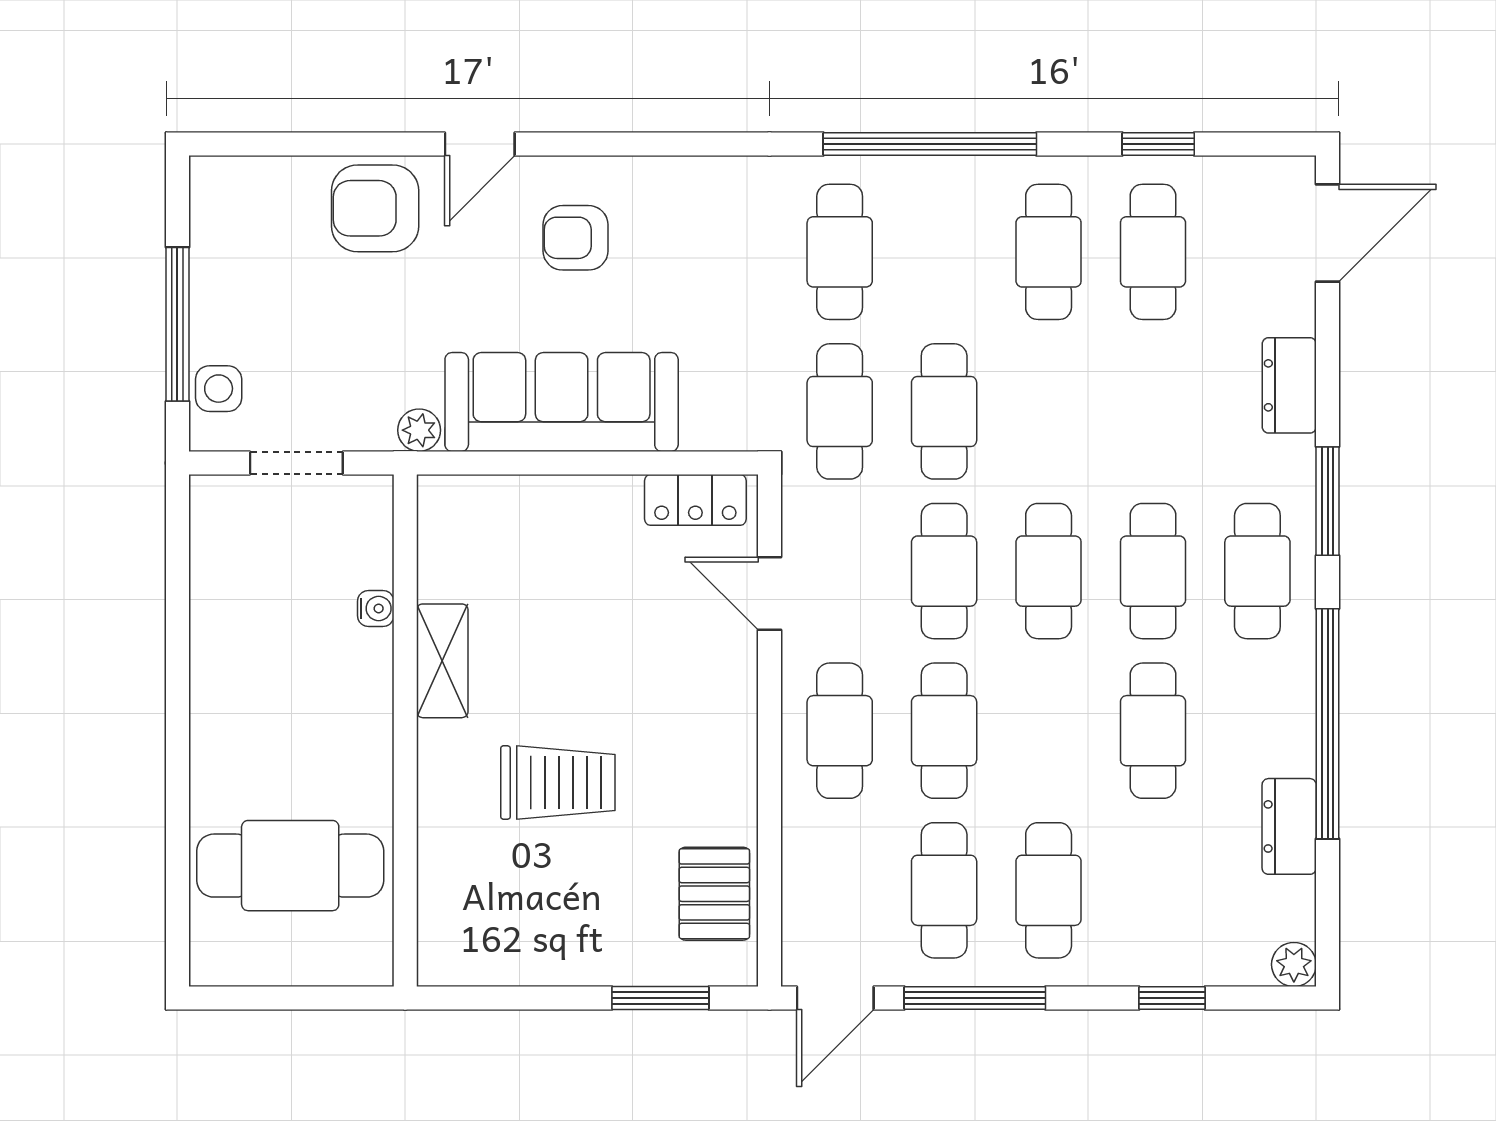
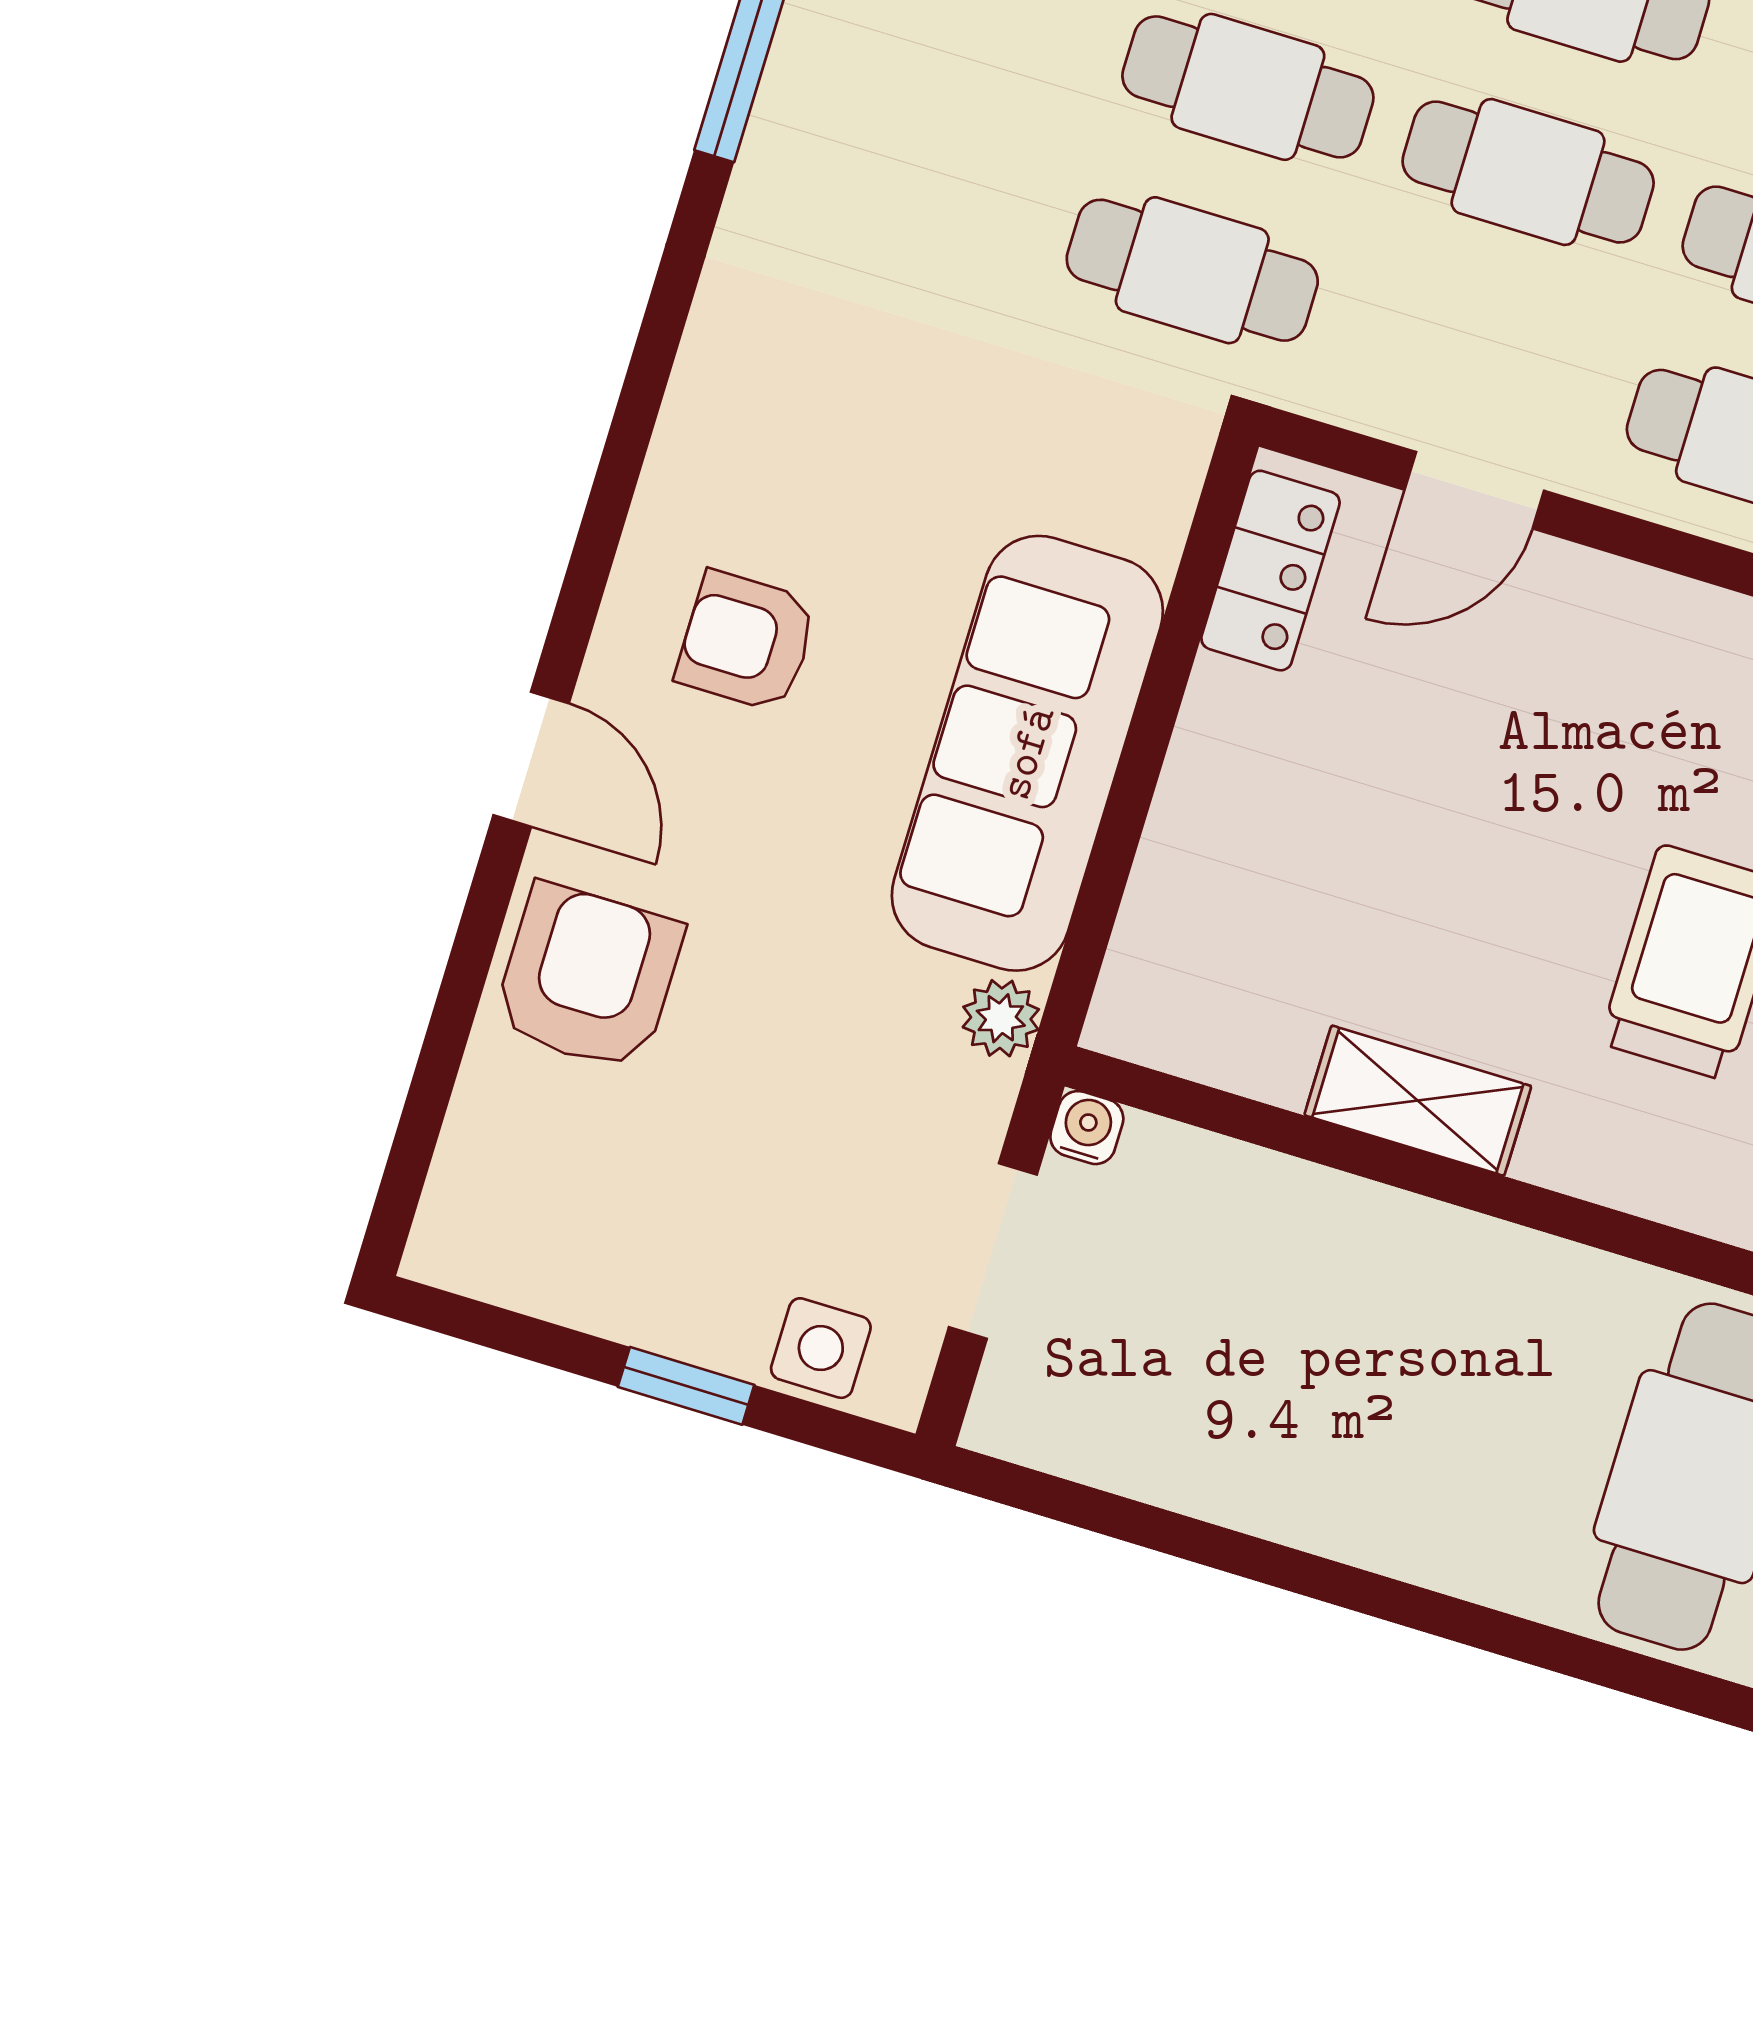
armchair: (375, 208) -> (588, 977), turned 180
armchair: (575, 238) -> (747, 641), turned 90
cafe table: (840, 252) -> (912, 185), removed
window: (177, 324) -> (686, 1386), width x0.46
water cooler: (376, 608) -> (1087, 1128), moved

